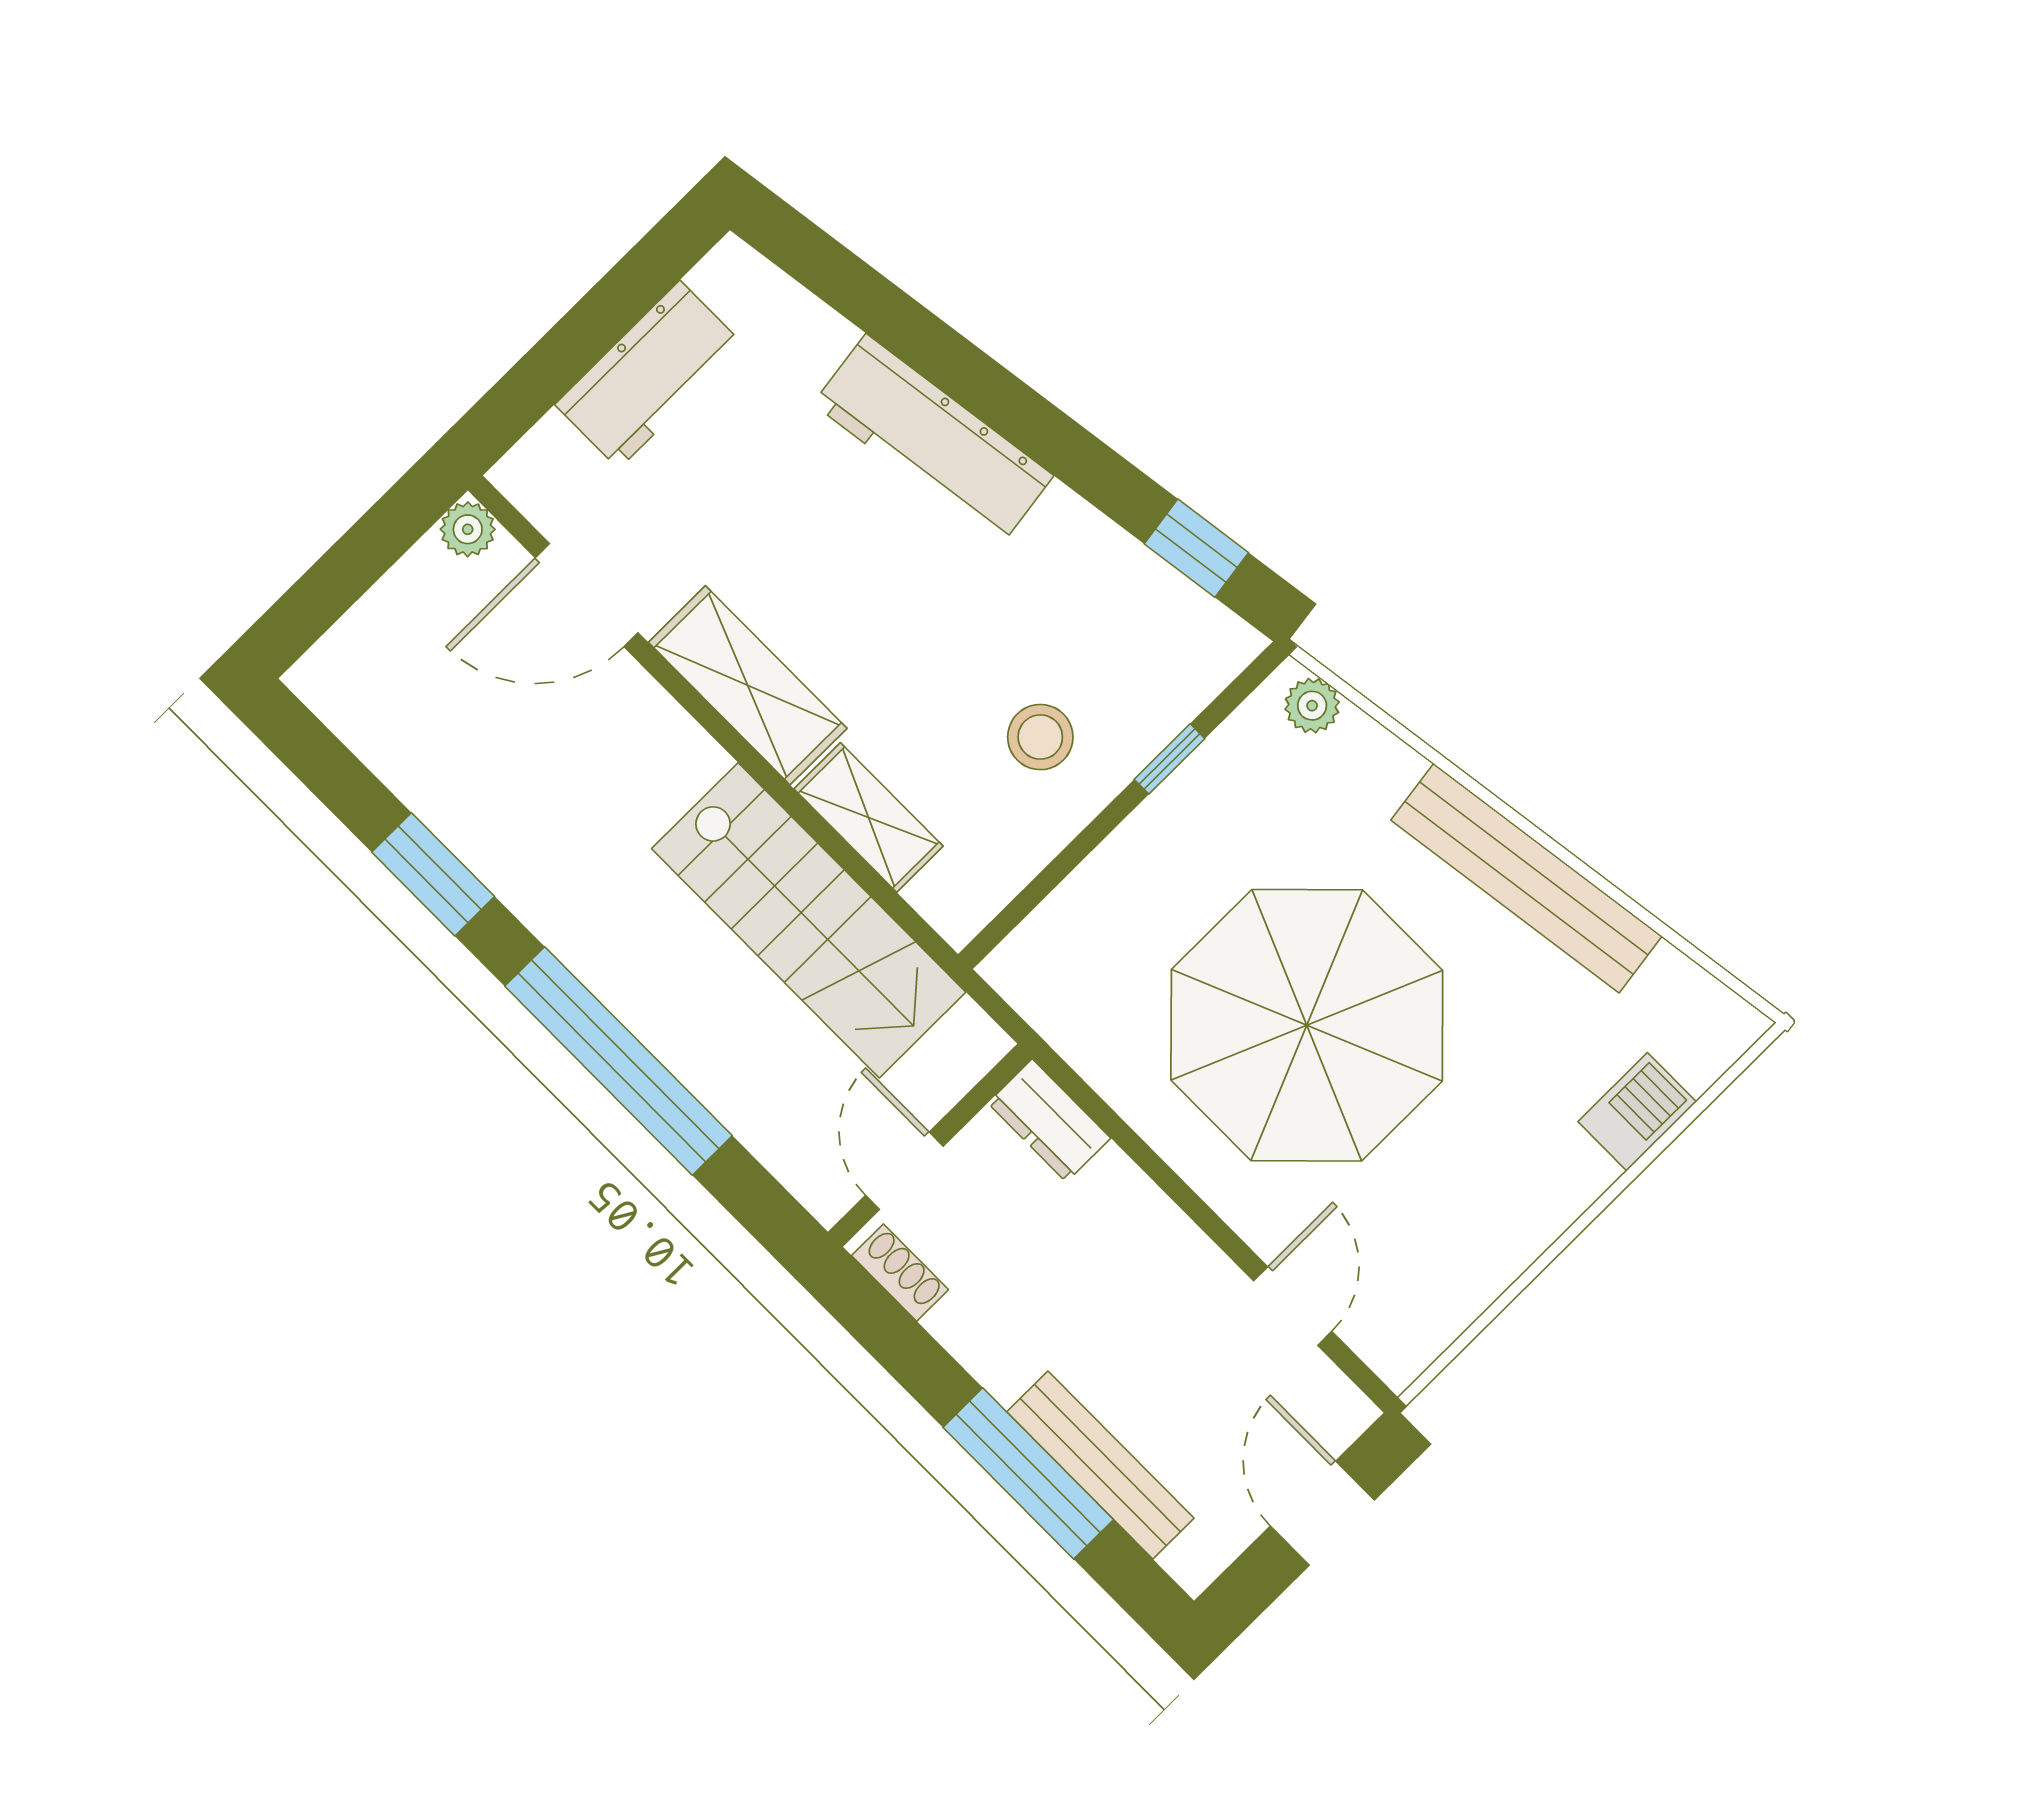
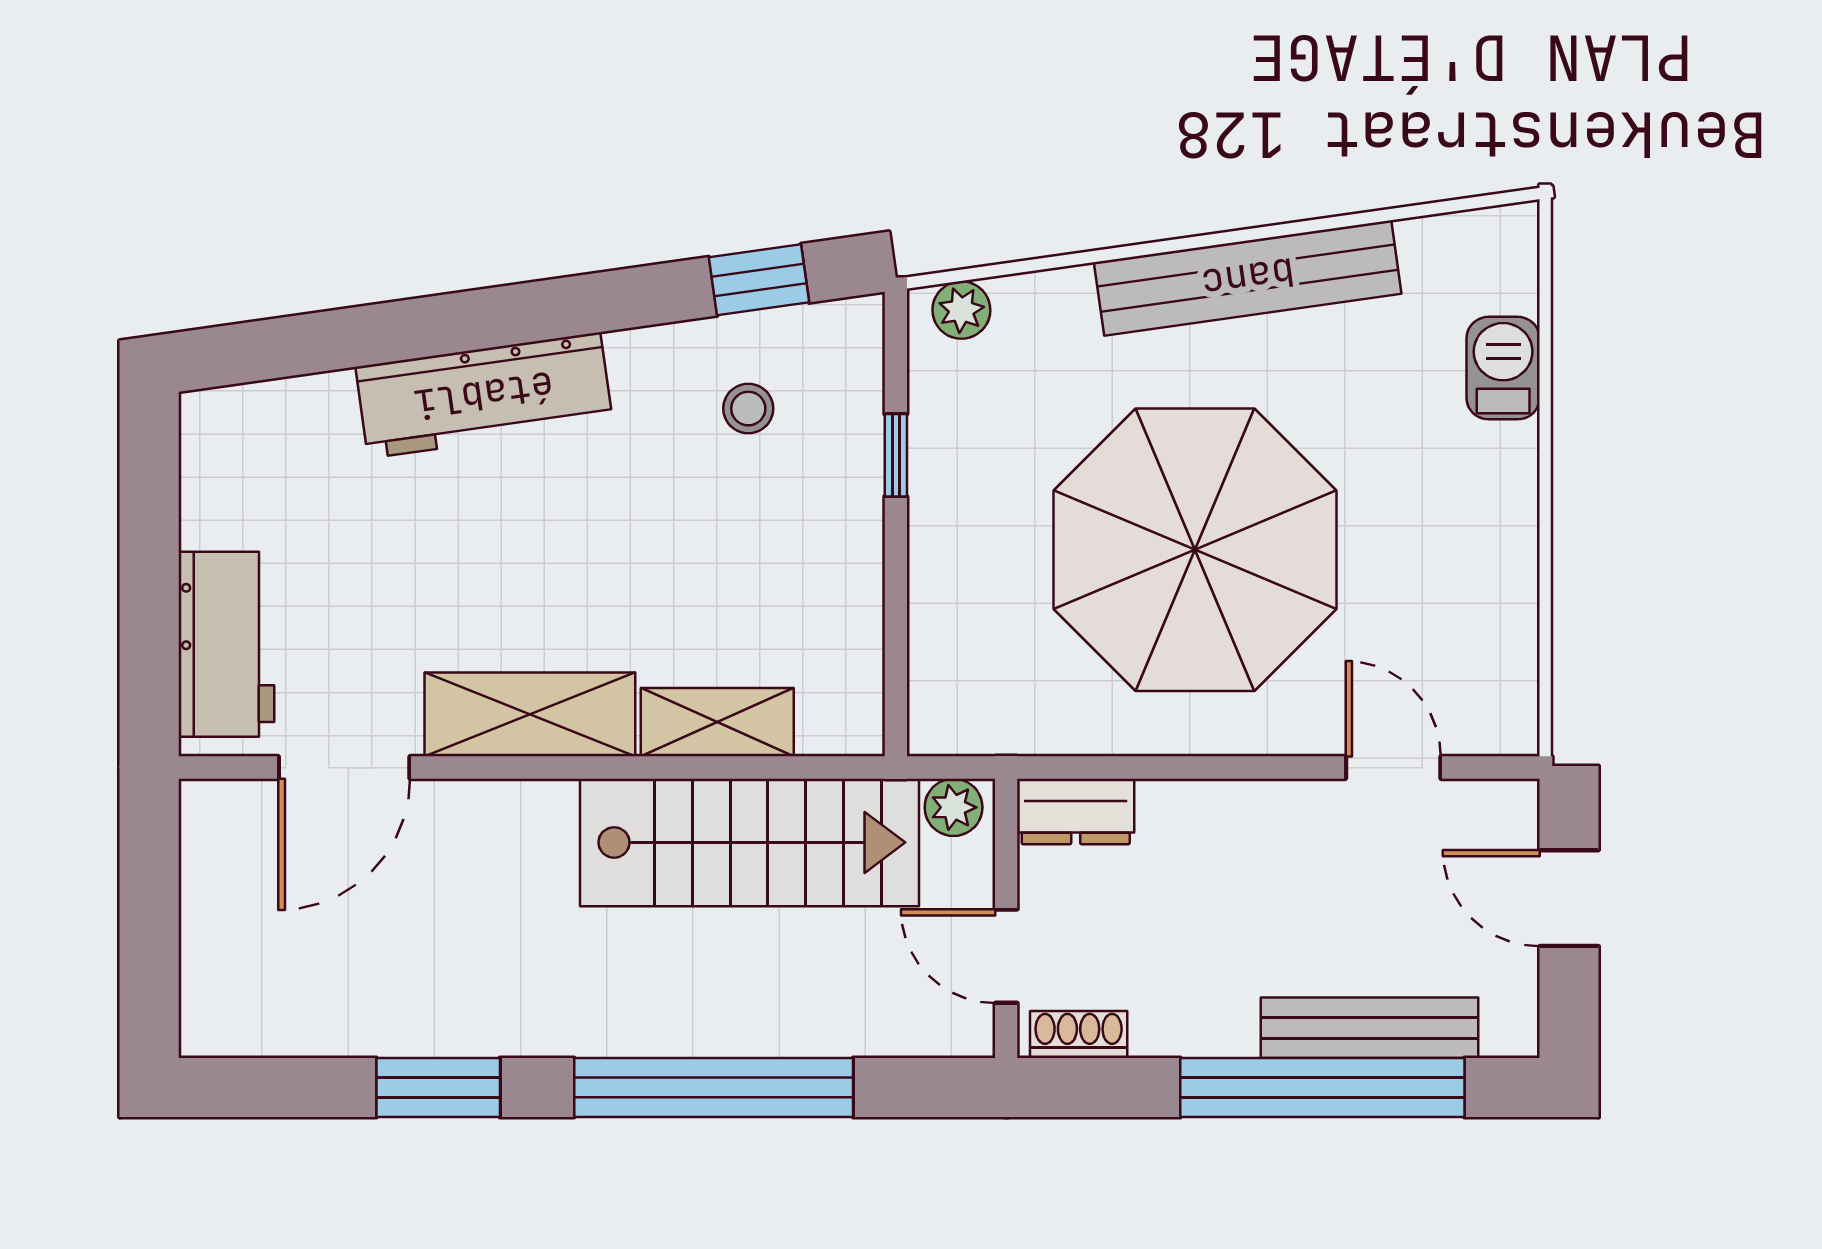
workbench: (649, 375) -> (226, 644), moved
plant: (468, 529) -> (954, 807), moved
stool: (1040, 737) -> (748, 409), moved, width x0.73, depth x0.73
window: (1028, 1473) -> (1322, 1088), width x1.46

